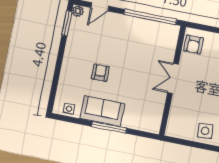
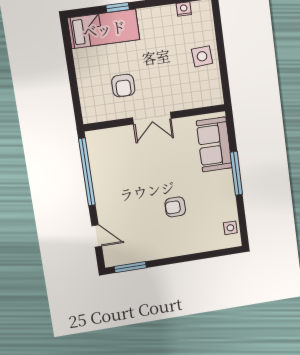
plant: (78, 11) -> (111, 260), removed
armchair: (193, 44) -> (123, 86), moved, turned 90
sofa: (102, 111) -> (214, 144), moved

